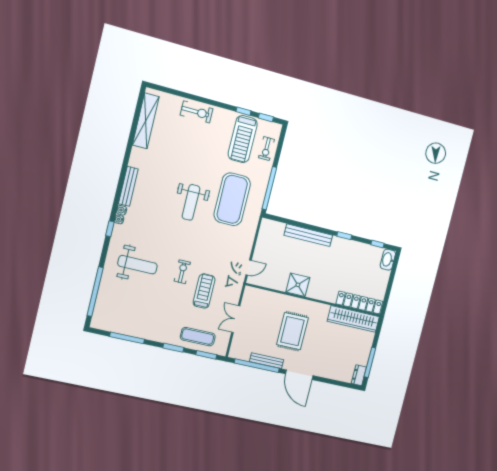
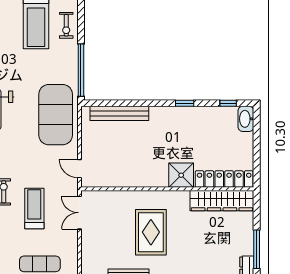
exercise mat: (232, 199) -> (56, 115), moved
bench: (308, 235) -> (119, 113), moved
door: (249, 268) -> (79, 169), swing flipped
shower: (298, 285) -> (181, 175), moved
double door: (236, 319) -> (79, 213), moved

